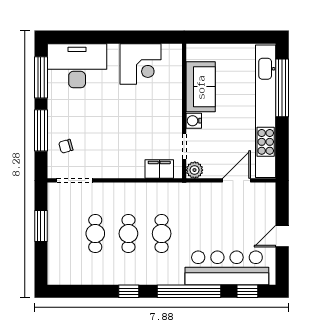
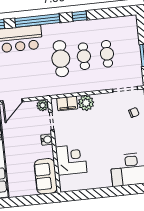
corner desk: (140, 64) -> (71, 160), moved, turned 90
sofa: (201, 87) -> (46, 176), moved
plant: (132, 167) -> (86, 103), added
cafe table: (162, 234) -> (61, 59), width x1.37, depth x1.35

